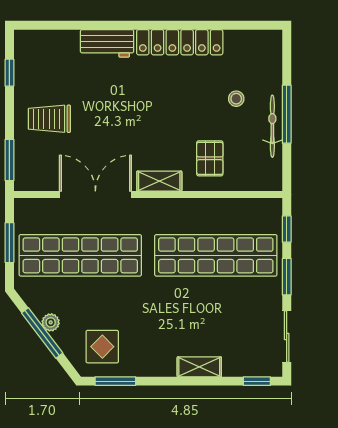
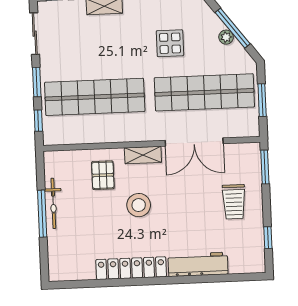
workbench: (107, 43) -> (198, 264), width x1.38
stool: (236, 99) -> (139, 205), moved, width x1.89, depth x1.89
trolley: (49, 119) -> (234, 202), turned 90
display table: (102, 347) -> (170, 43), moved

